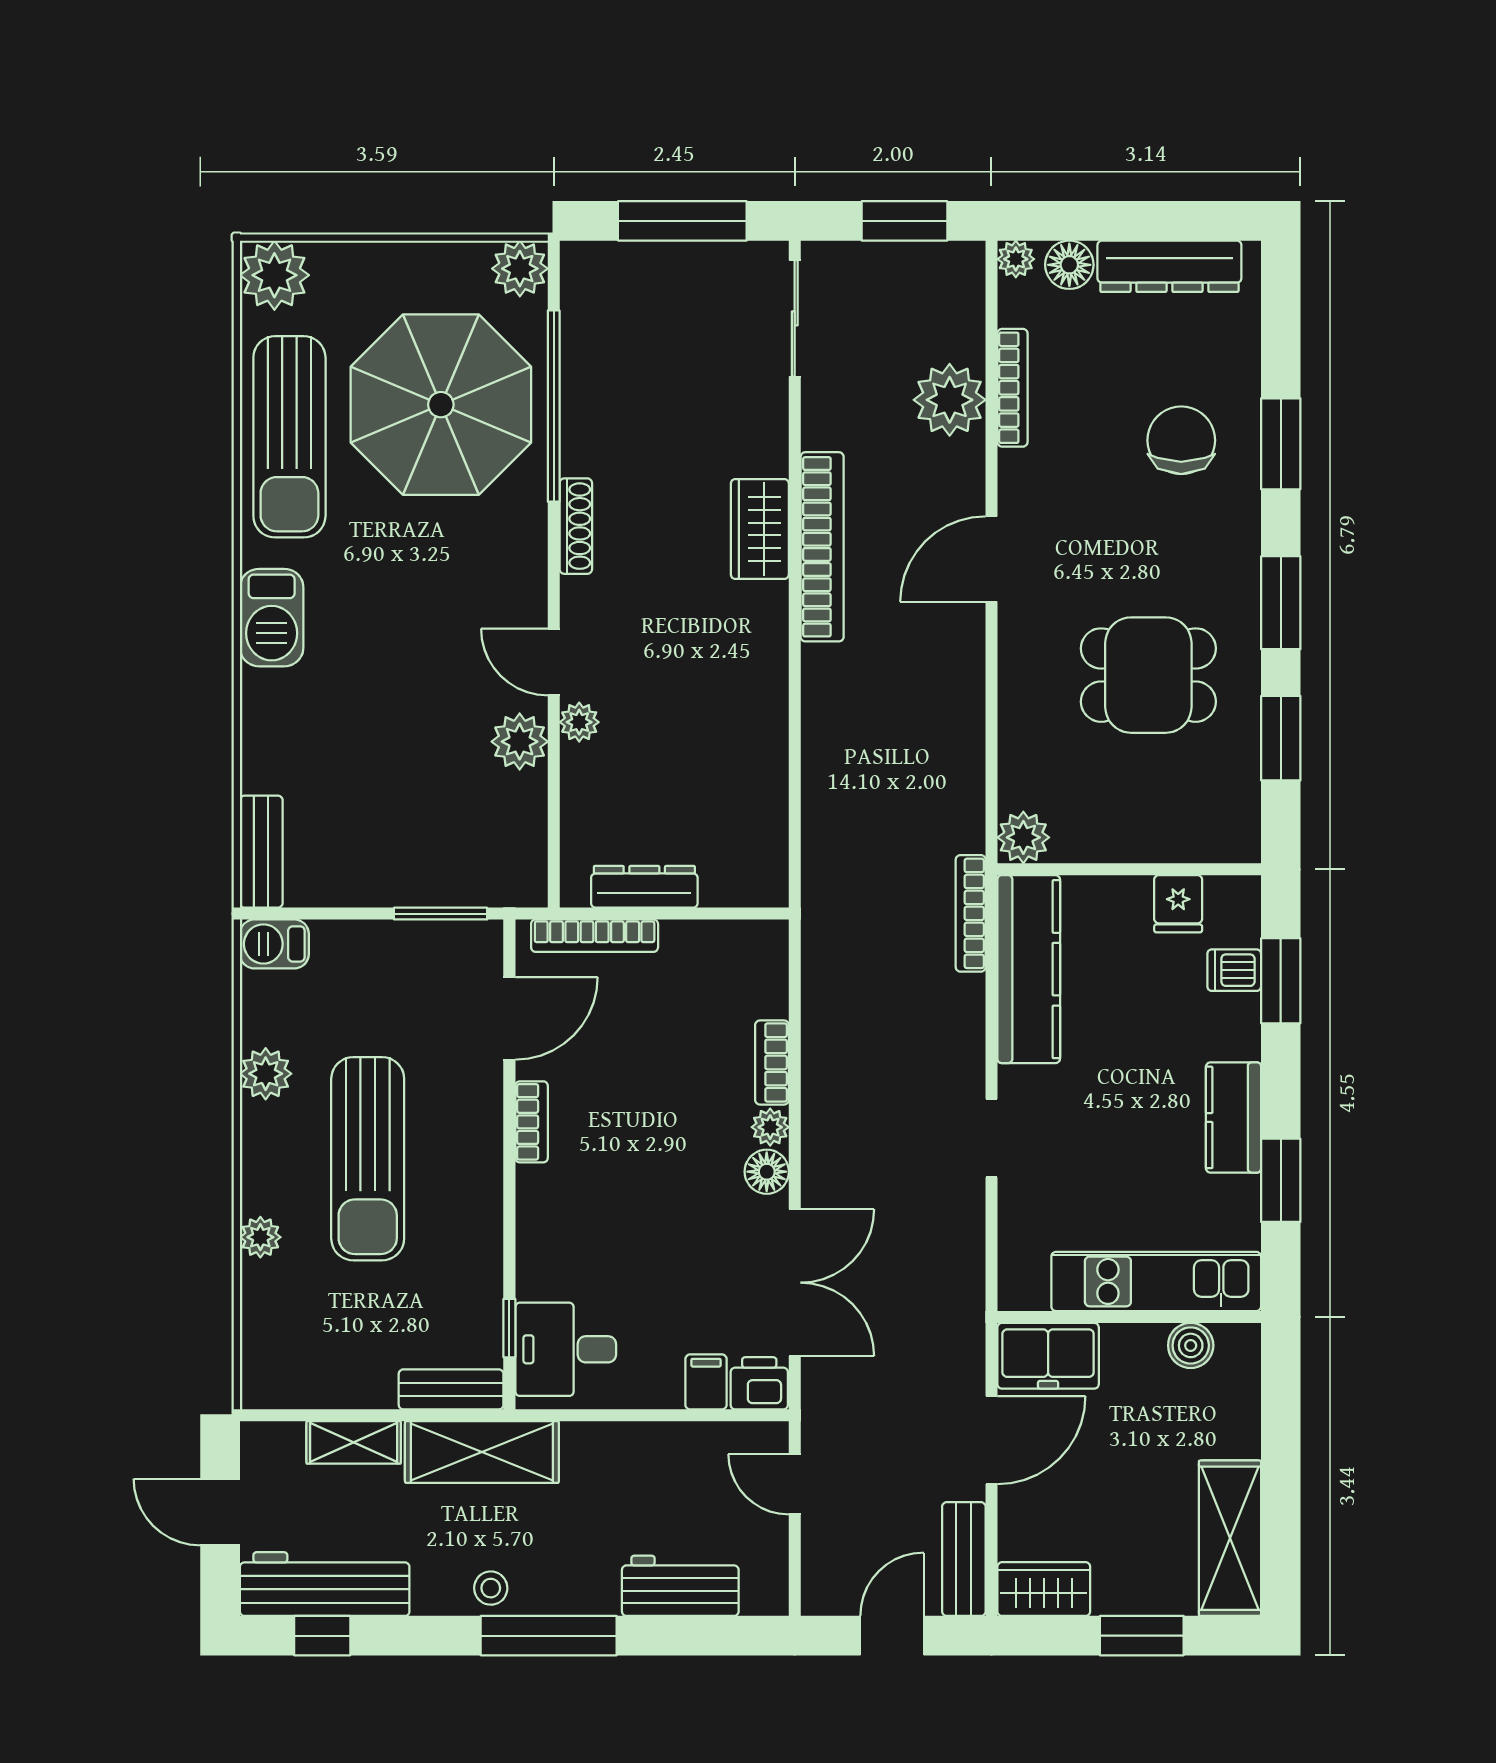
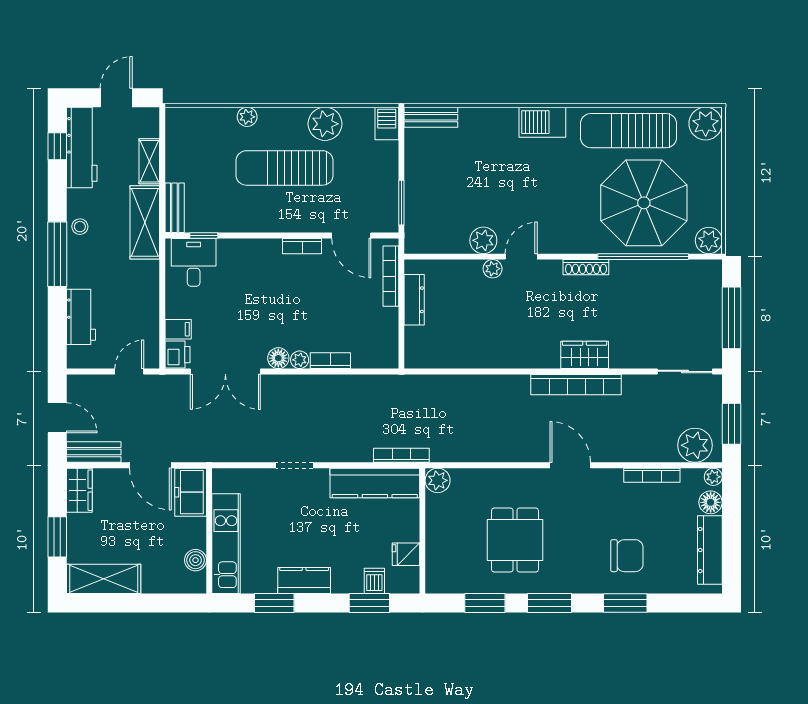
plant: (950, 400) -> (695, 445), moved
plant: (266, 1074) -> (325, 124), width x1.36, depth x1.36

